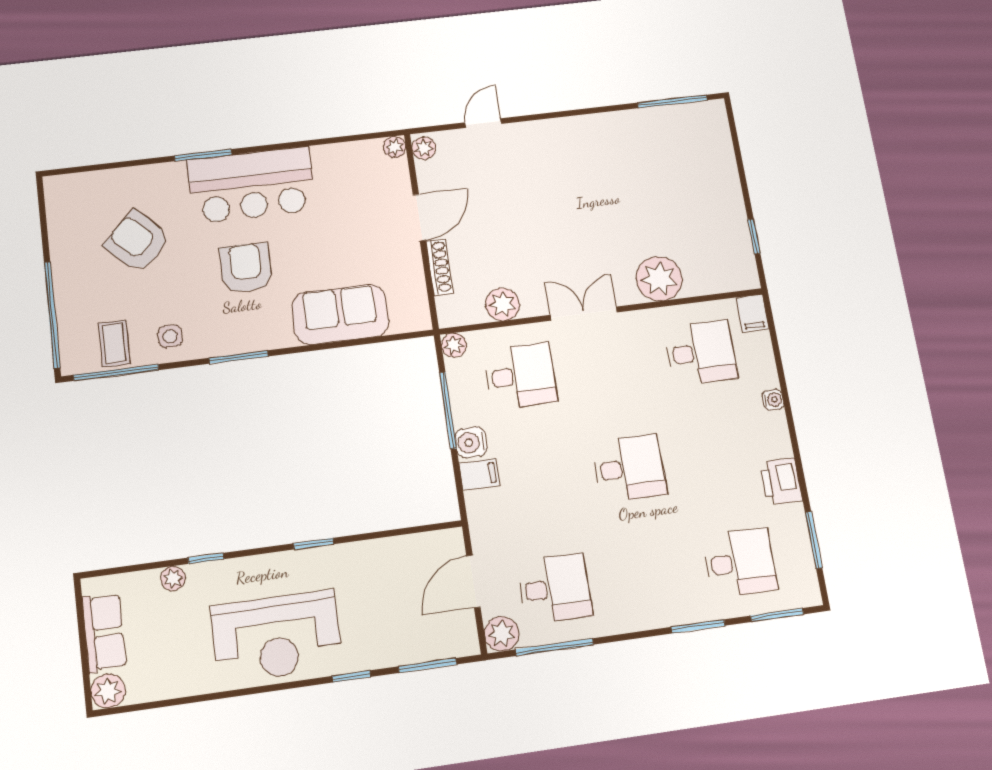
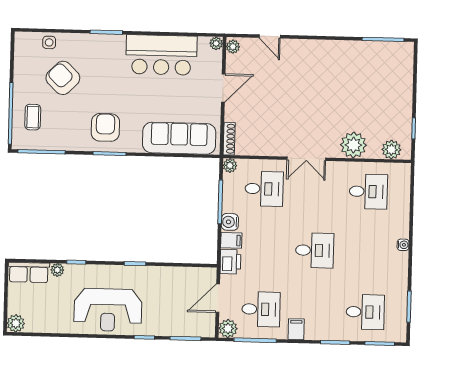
door: (483, 123) -> (270, 36), swing flipped
bar counter: (252, 185) -> (161, 55), moved
shoe rack: (439, 267) -> (229, 139), moved
armchair: (246, 268) -> (105, 127), moved
plant: (503, 304) -> (391, 150), moved
filing cabinet: (752, 313) -> (296, 329), moved, turned 180
sofa: (340, 314) -> (179, 138), width x1.36
double door: (584, 314) -> (306, 159), swing flipped
side table: (170, 336) -> (49, 42), moved
coffee table: (114, 344) -> (33, 117), moved
water cooler: (773, 400) -> (403, 245), moved
printer: (781, 481) -> (230, 262), moved, turned 180
row of seats: (104, 632) -> (29, 272), moved, turned 90

